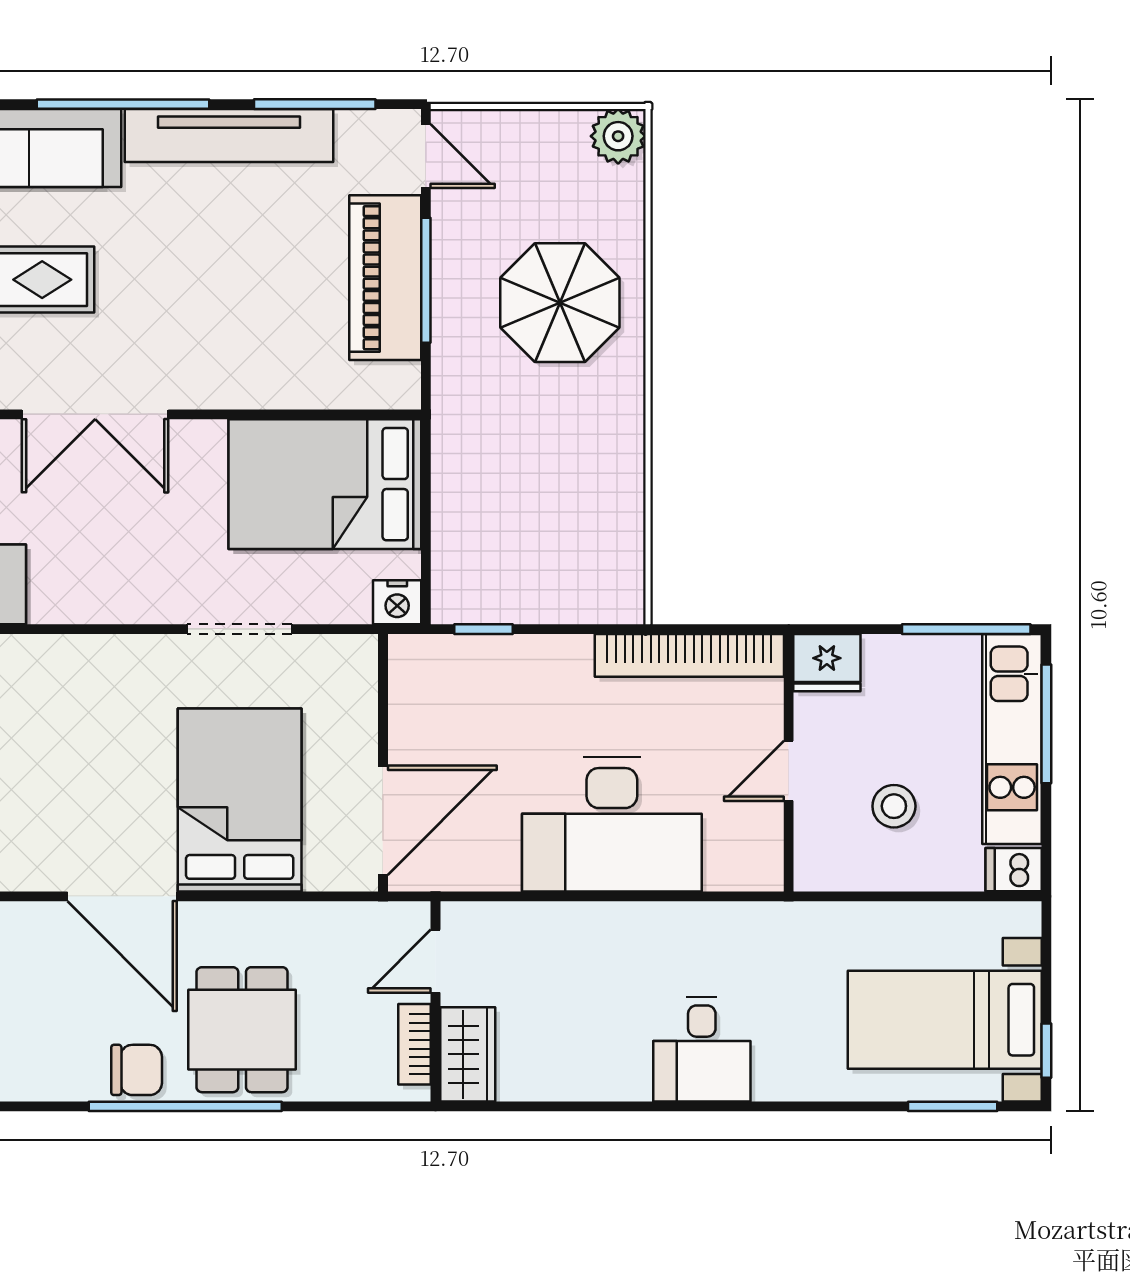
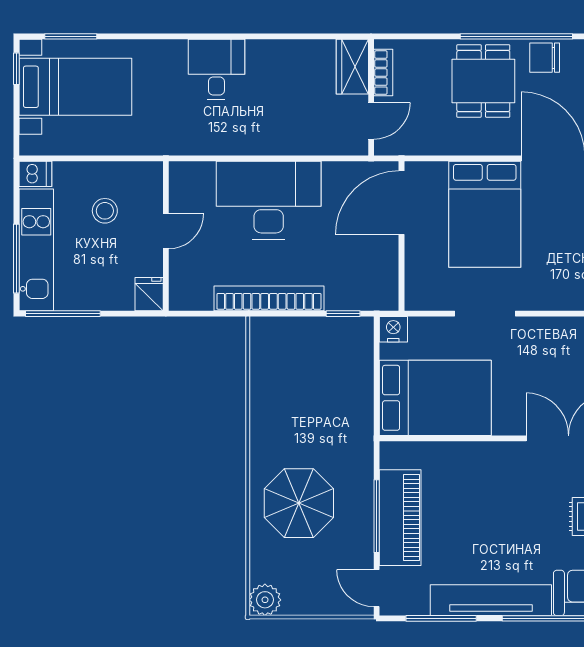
bookcase: (689, 655) -> (269, 298), moved
fridge: (827, 663) -> (149, 294), width x0.72

